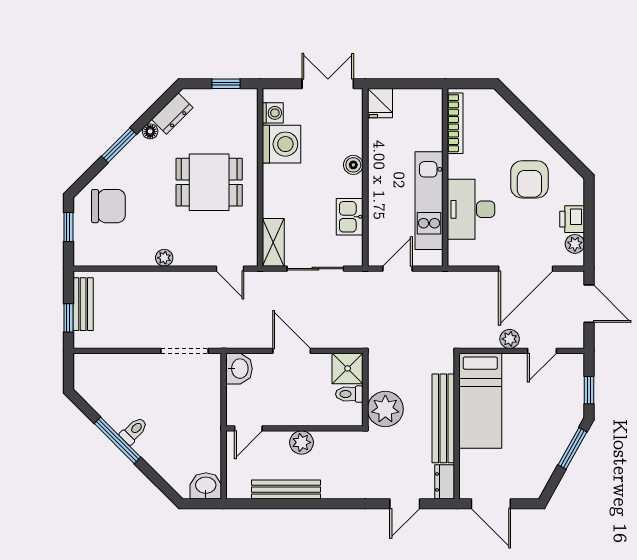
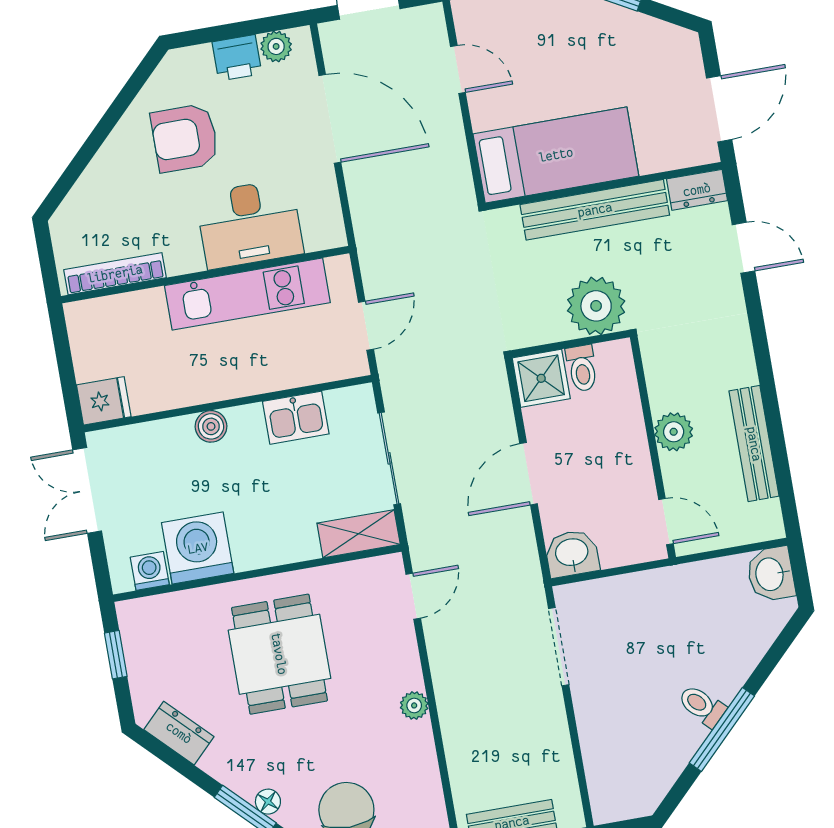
floor lamp: (150, 131) -> (268, 802), moved
armchair: (529, 179) -> (185, 138), turned 180
door: (397, 269) -> (366, 326), swing flipped
plant: (510, 339) -> (448, 125), removed

